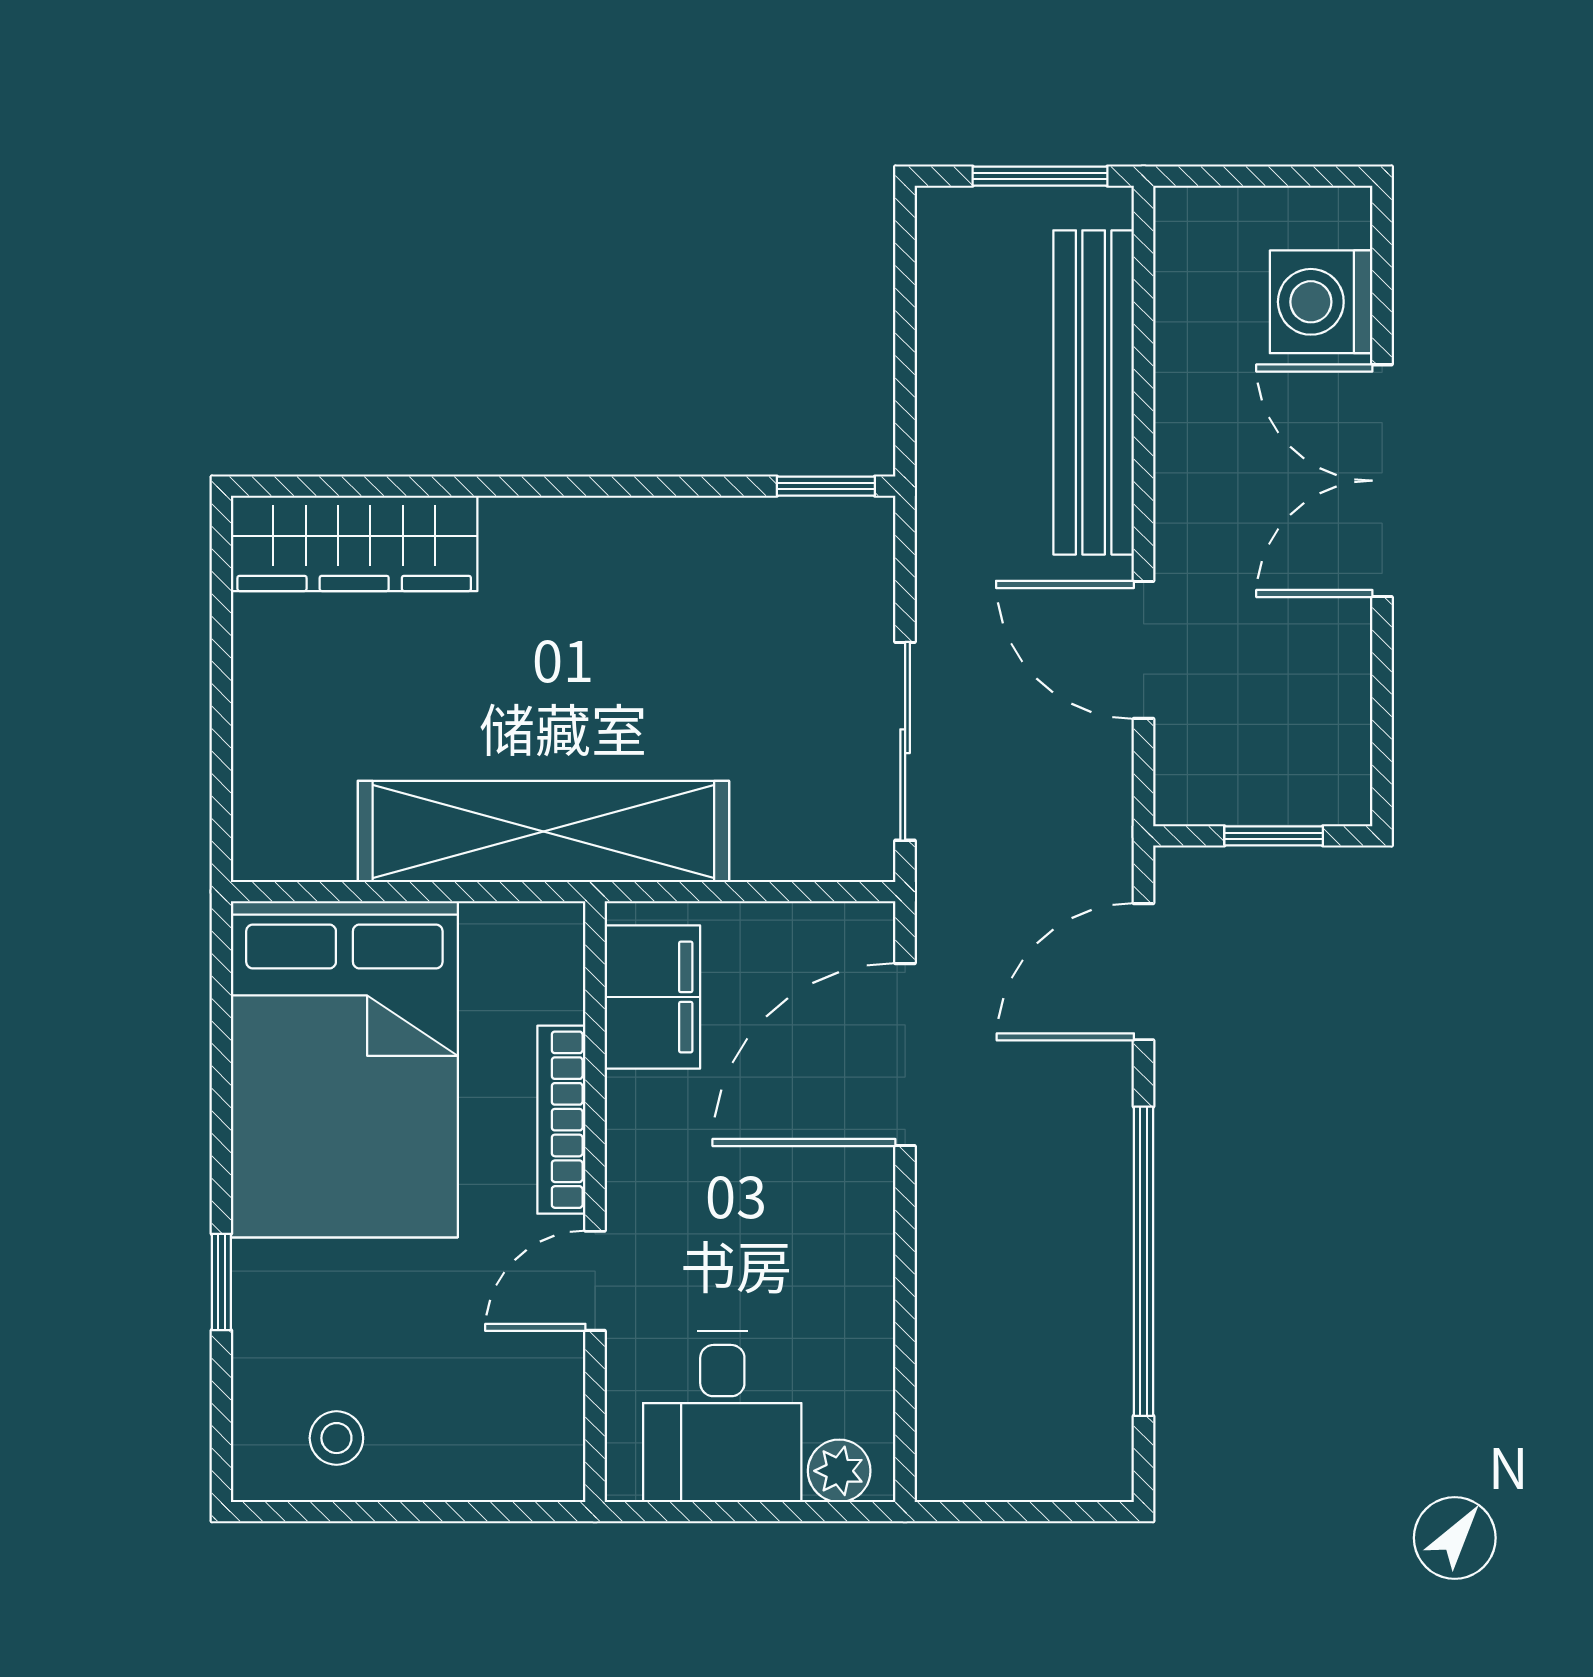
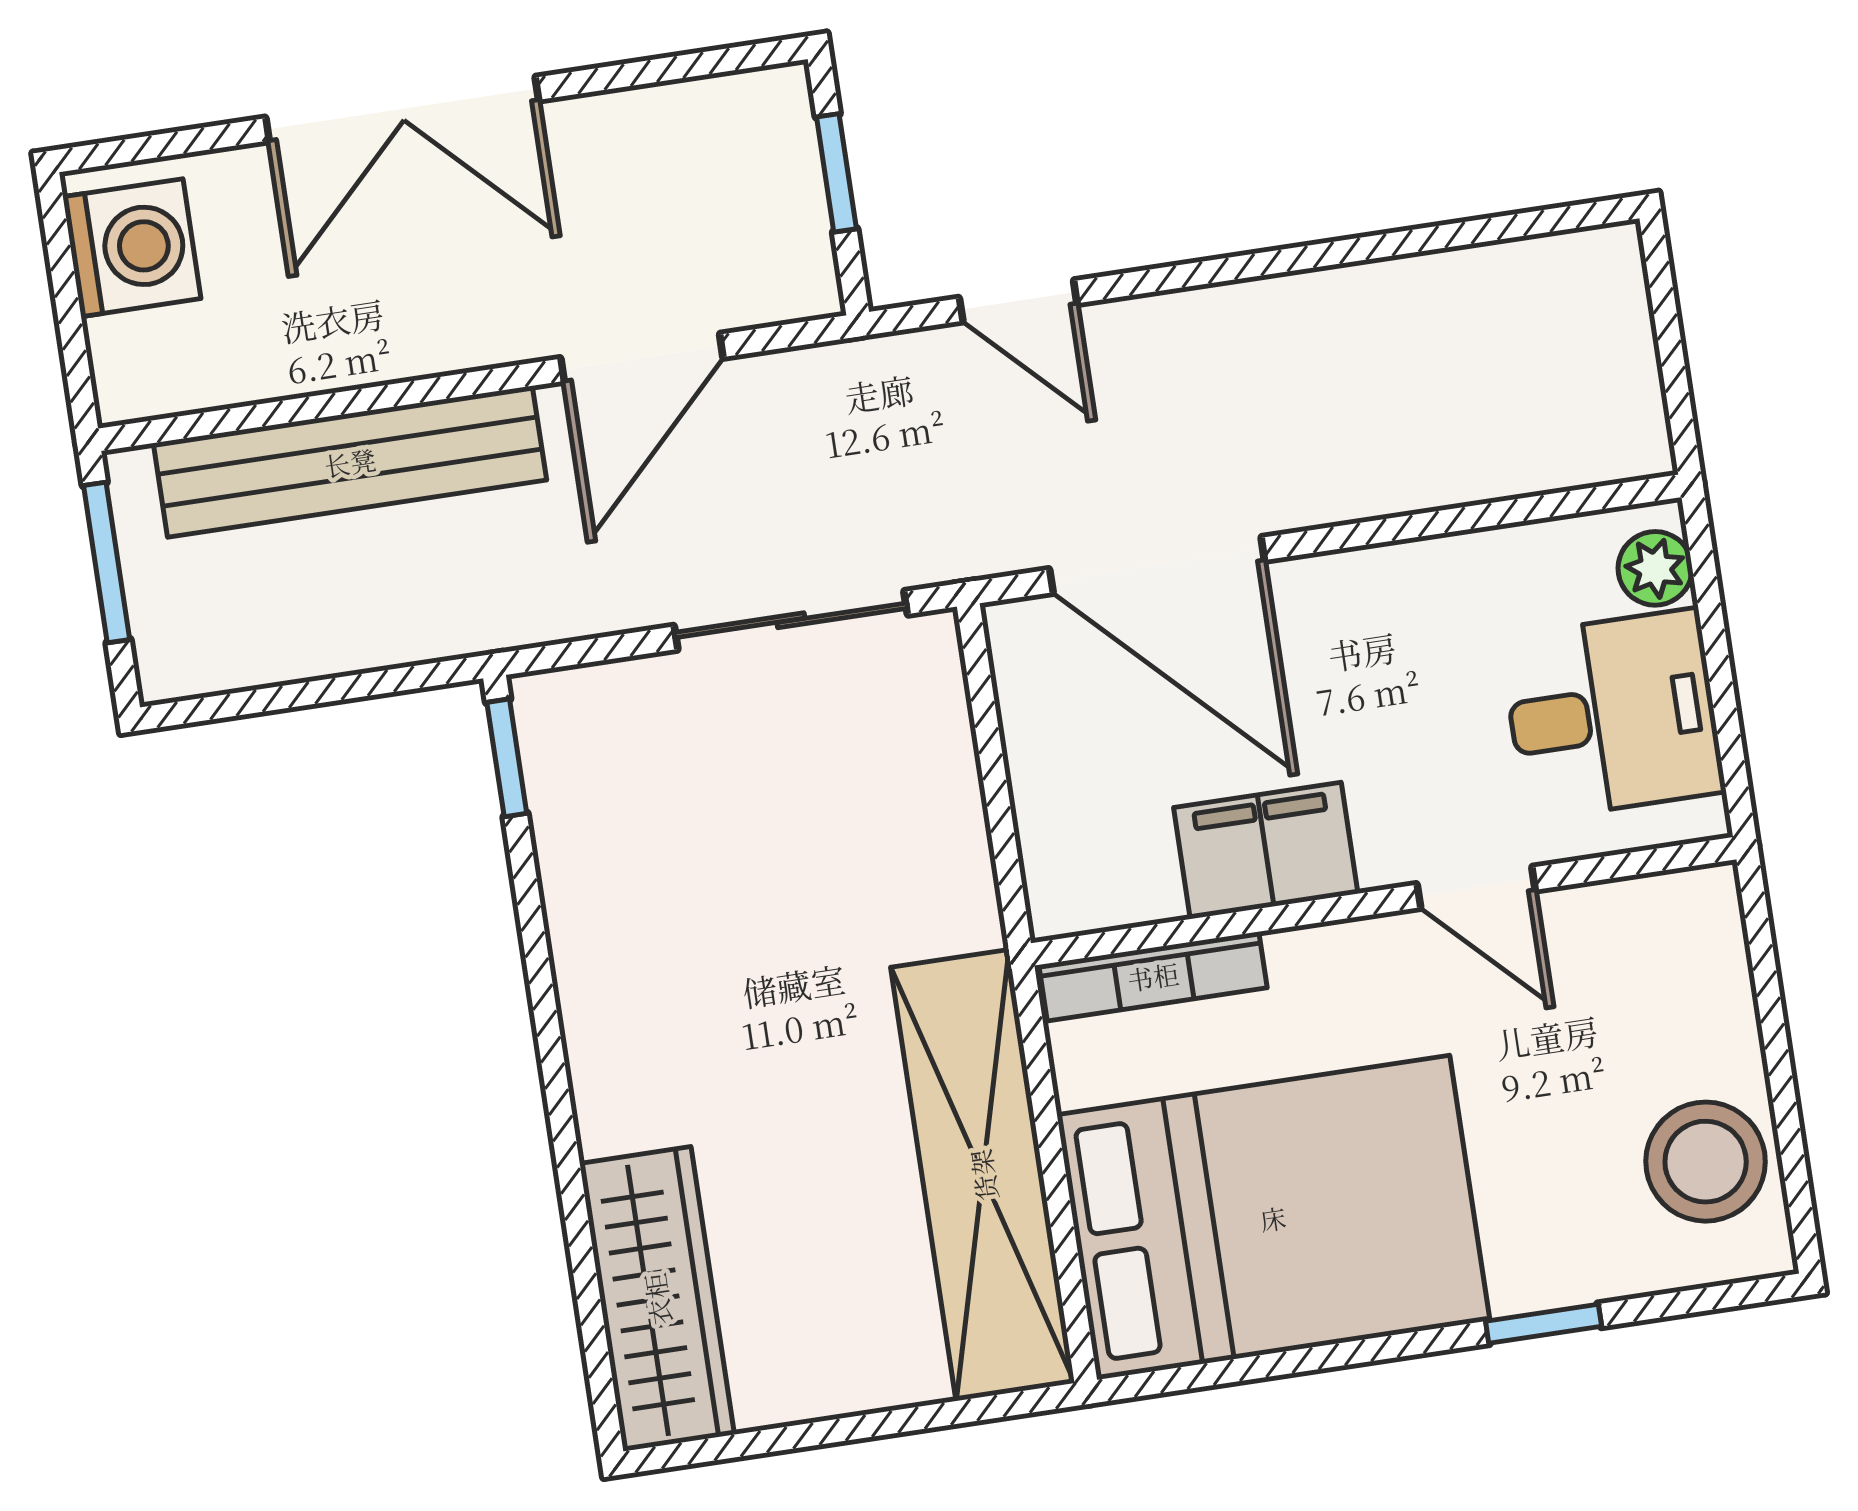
washing machine: (1321, 302) -> (132, 248), moved, turned -90
shelving: (543, 831) -> (983, 1175), moved
door: (1144, 972) -> (1018, 301), width x0.73
filing cabinet: (652, 997) -> (1266, 851), moved
bookcase: (561, 1120) -> (1153, 976), moved
window: (1144, 1261) -> (1356, 250), removed
stool: (336, 1438) -> (1706, 1162), width x1.89, depth x1.89

